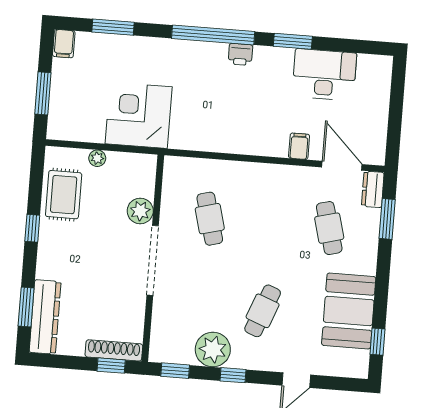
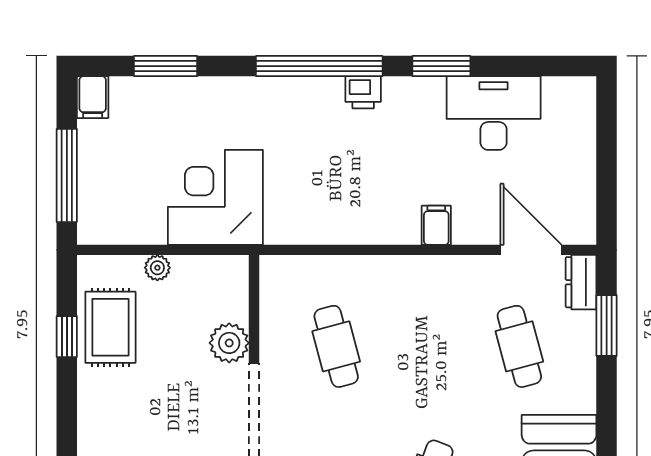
window: (43, 93) -> (67, 175), width x1.44
filing cabinet: (299, 146) -> (436, 225), moved
window: (32, 228) -> (67, 337), moved

